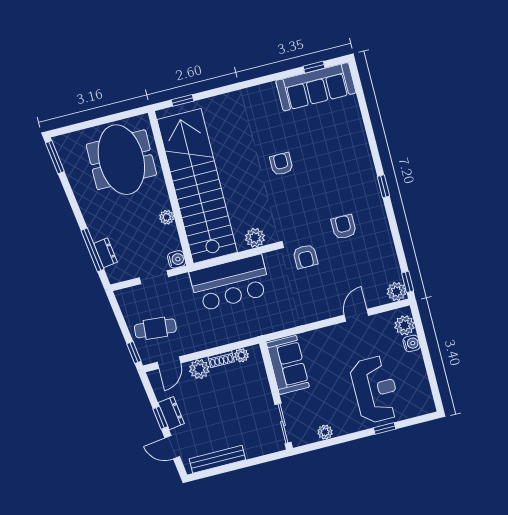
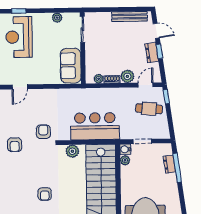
plant: (167, 217) -> (125, 160), moved

